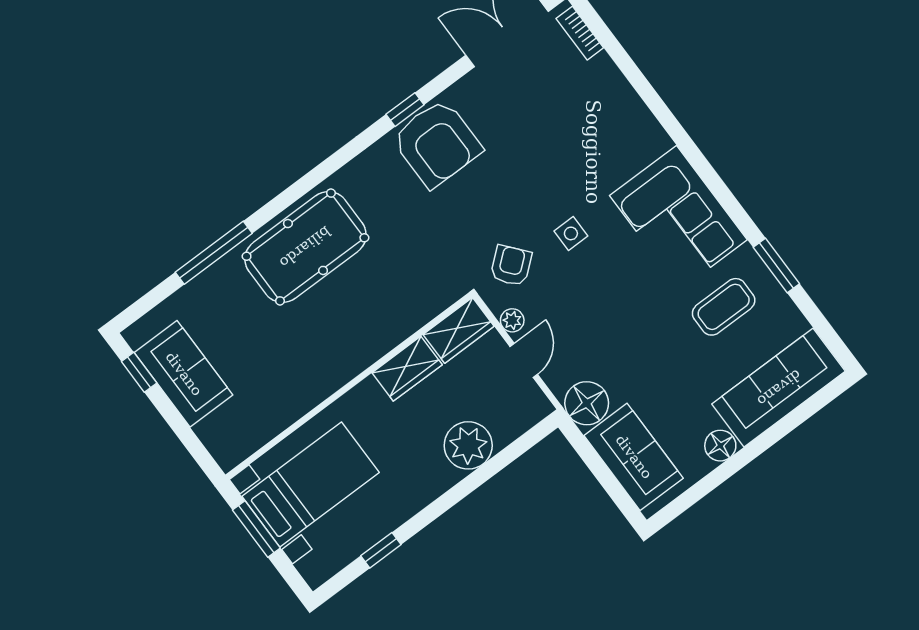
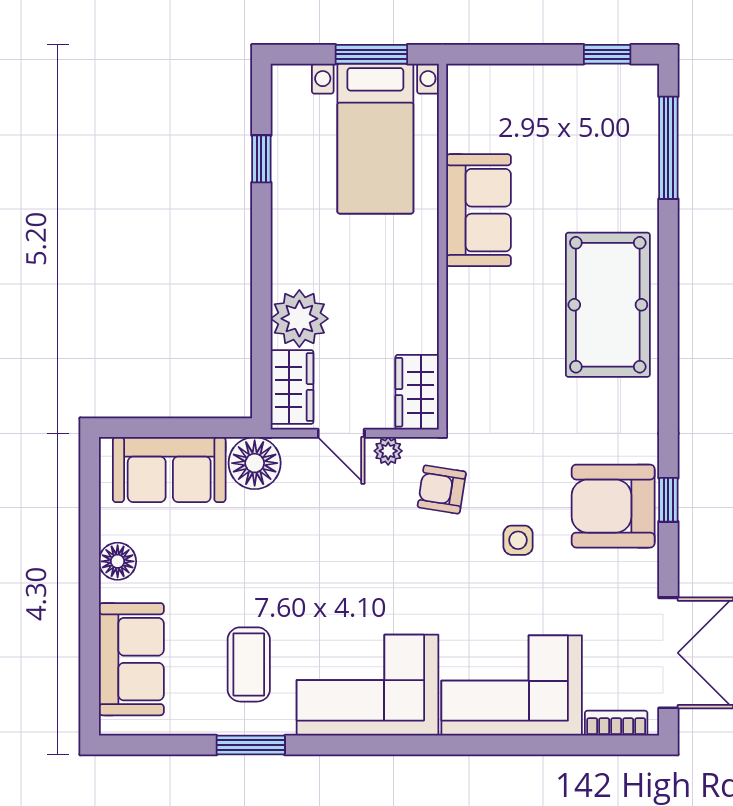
corner sofa: (607, 121) -> (512, 686), added
side table: (571, 233) -> (518, 540), moved
window: (214, 253) -> (668, 148), moved
armchair: (511, 266) -> (442, 489), turned 139
wardrobe: (407, 369) -> (292, 387), moved, turned 180
sofa: (184, 374) -> (479, 210), moved, turned -90
sofa: (779, 388) -> (131, 659), width x0.73

